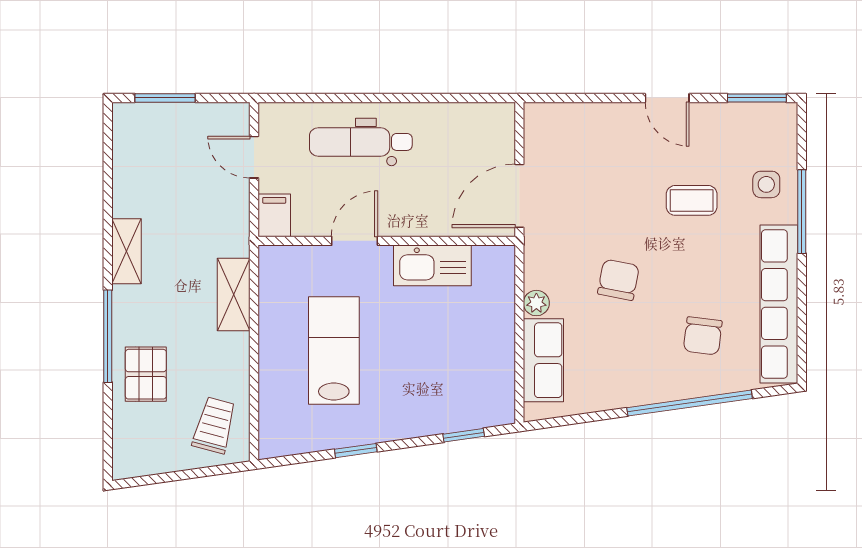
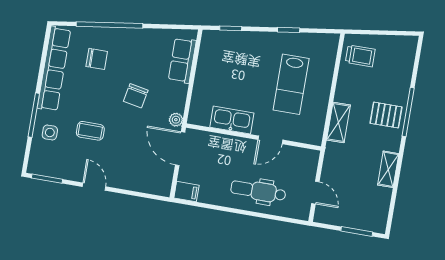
dental chair: (361, 142) -> (258, 191), turned 180
door: (519, 196) -> (180, 149), swing flipped
filing cabinet: (274, 215) -> (186, 192), moved, turned -90
shelving: (127, 251) -> (388, 169), moved
plant: (536, 303) -> (176, 120), moved
chair: (703, 336) -> (97, 59), turned 83
pallet: (146, 374) -> (386, 115), moved, turned 90
trolley: (214, 425) -> (360, 56), turned -105

